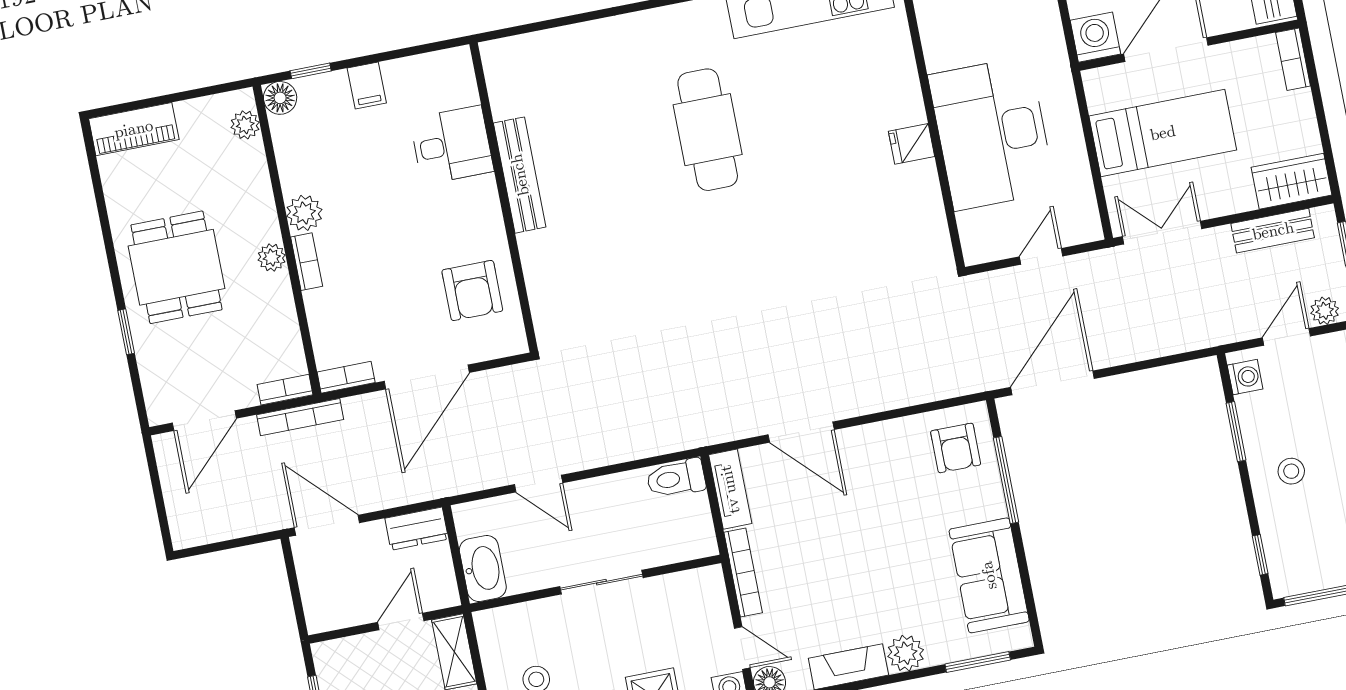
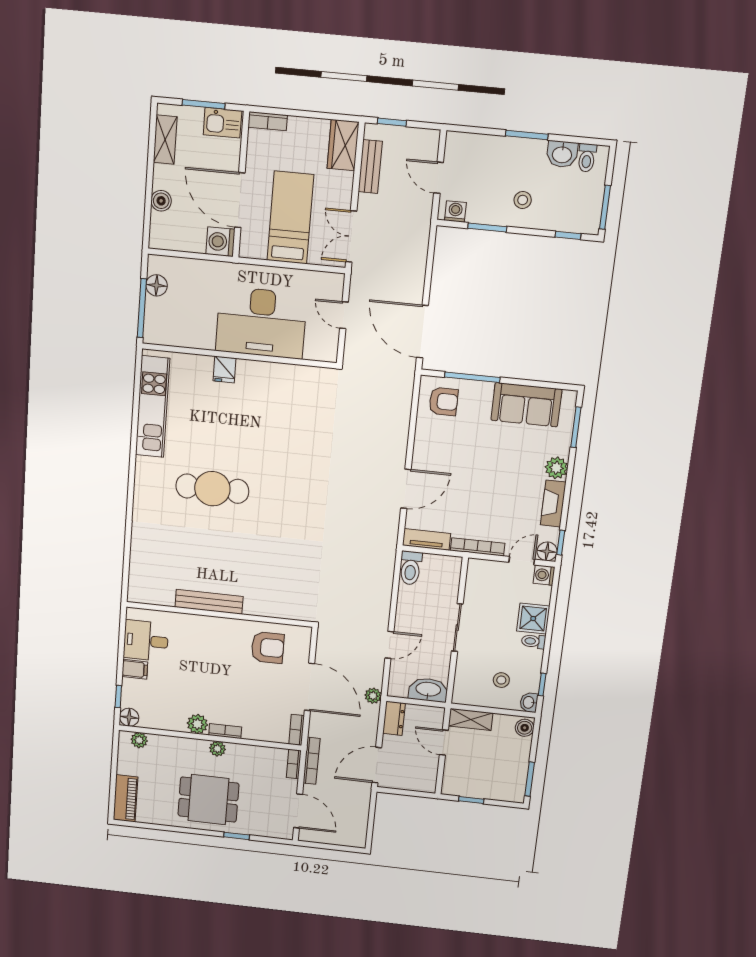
fridge: (912, 144) -> (225, 370), moved
desk: (452, 145) -> (146, 641), moved, turned -90
plant: (1325, 311) -> (373, 696), moved

